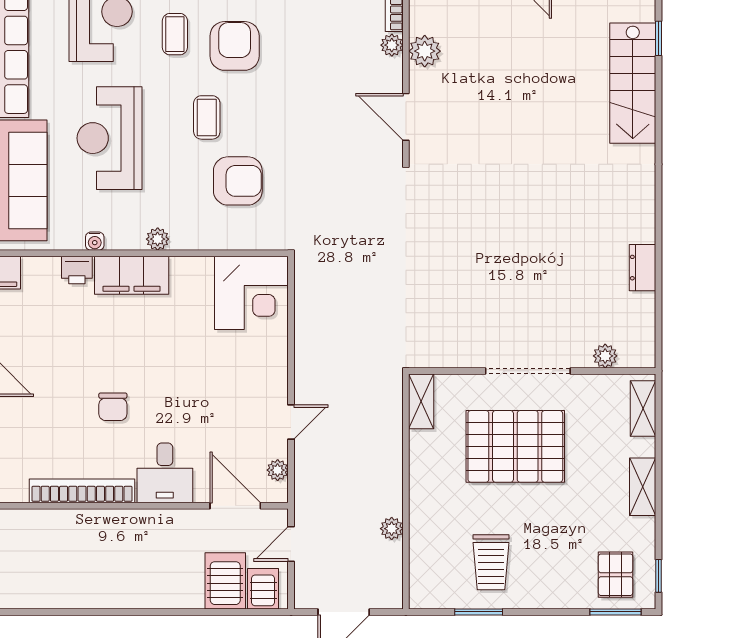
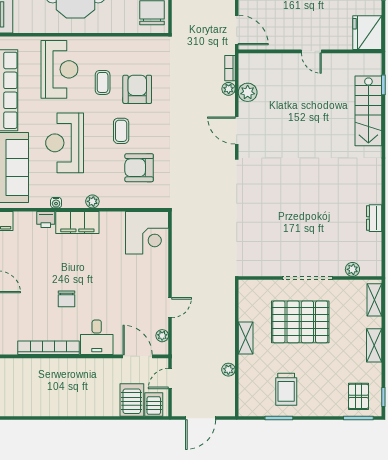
armchair: (238, 181) -> (139, 168), turned 180
shelving: (421, 401) -> (246, 338), moved

